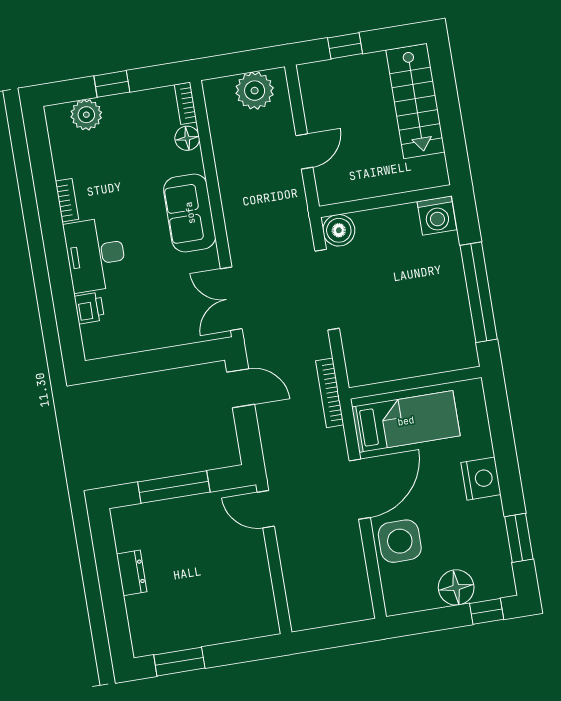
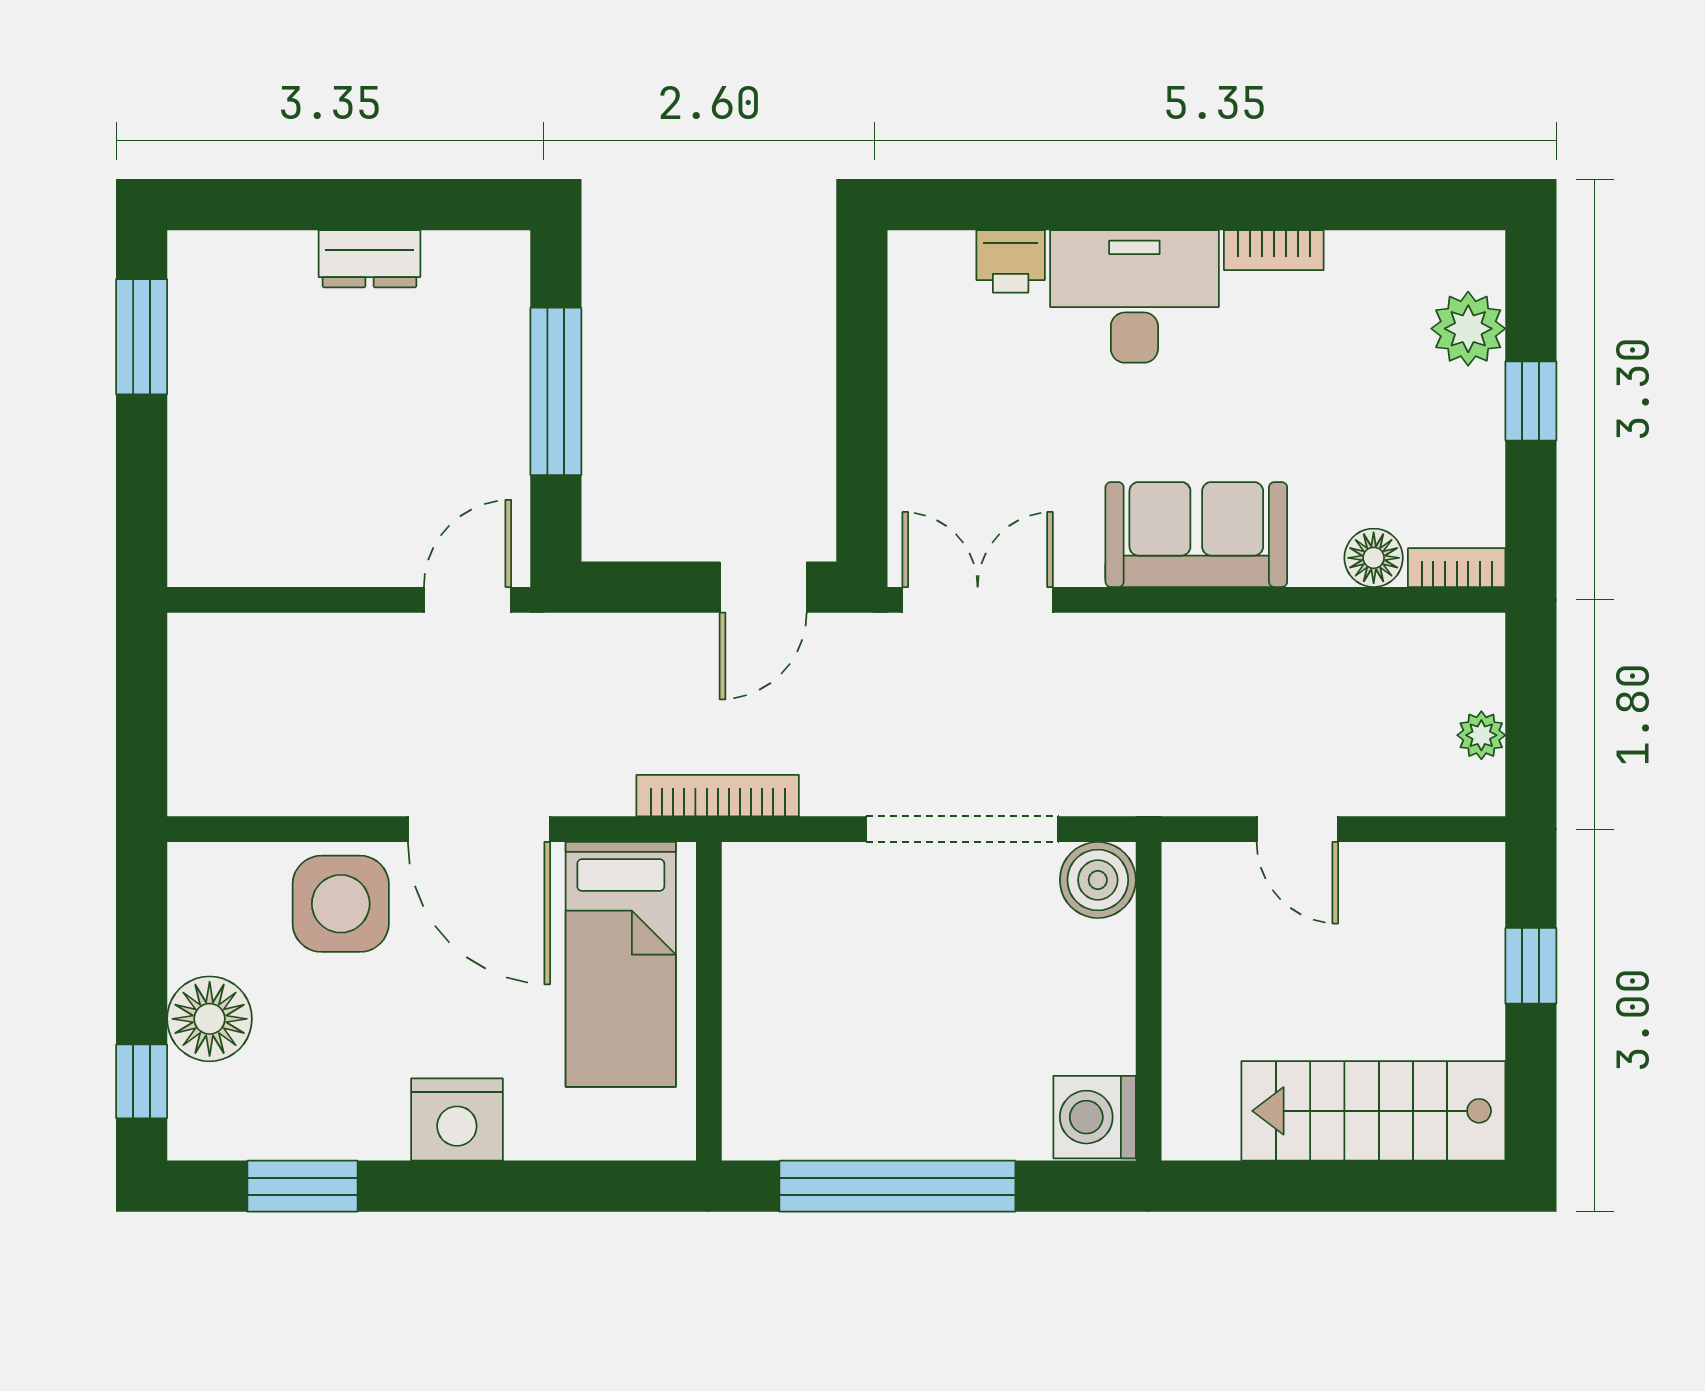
plant: (255, 91) -> (1481, 735), width x0.53, depth x0.53

